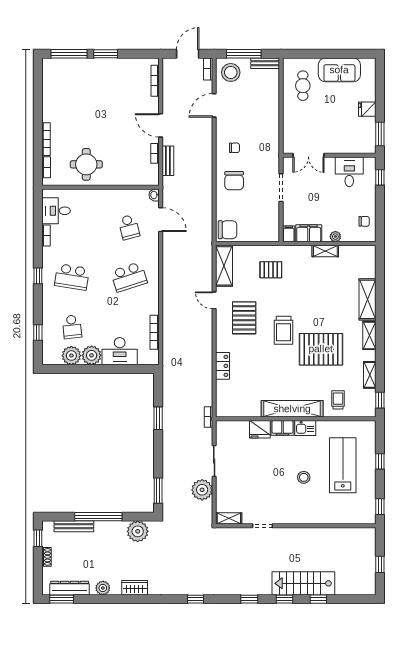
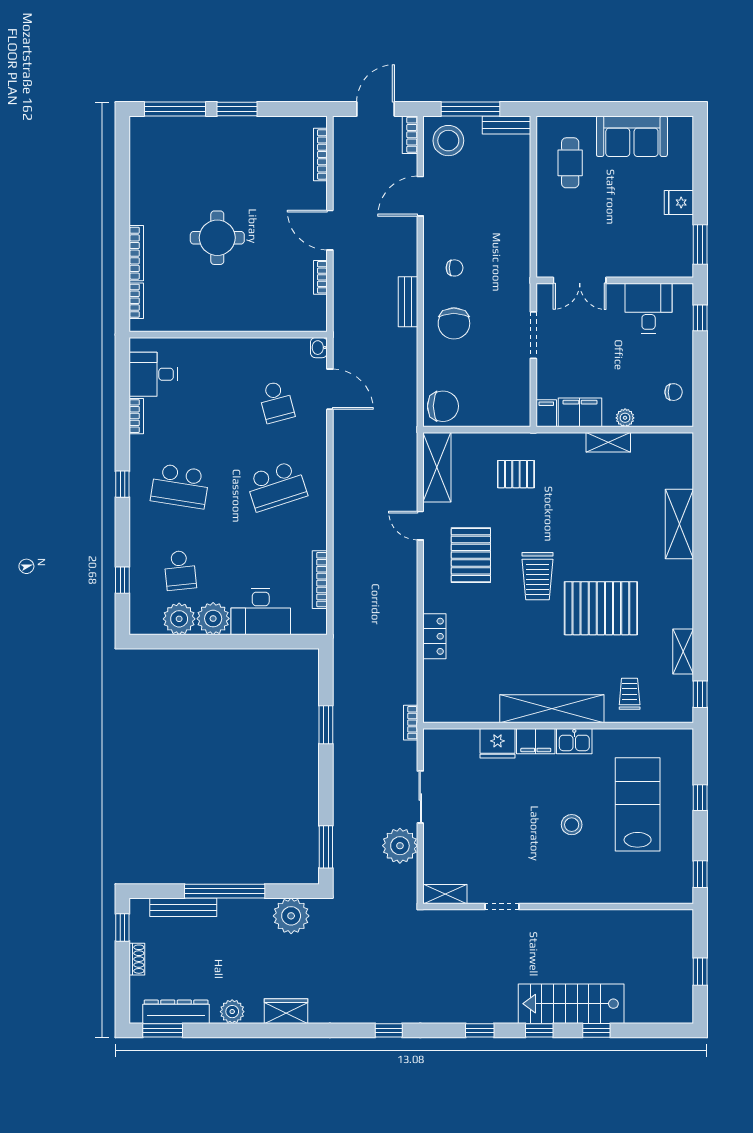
bench: (168, 161) -> (408, 302), moved
round table: (86, 164) -> (217, 238), moved
shelving: (369, 335) -> (682, 585), removed

